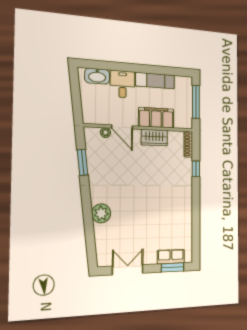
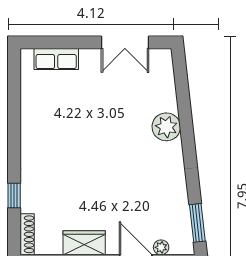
window: (83, 162) -> (197, 223), moved
window: (173, 267) -> (53, 42), removed

